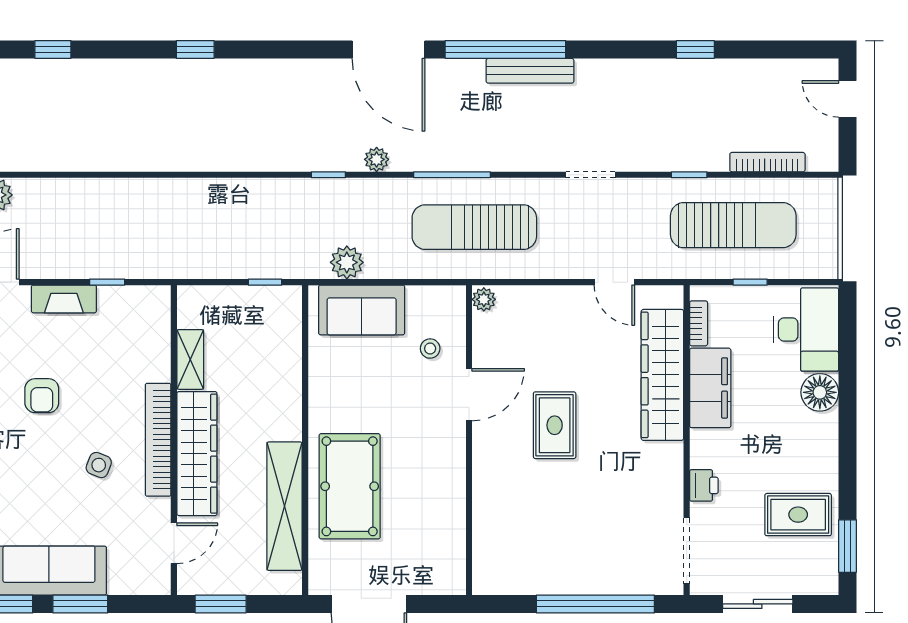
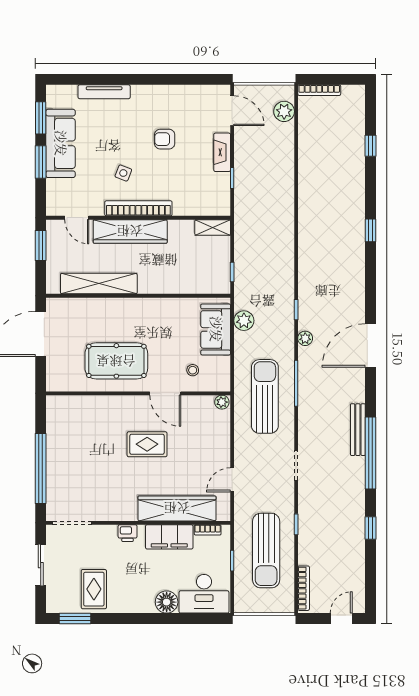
window: (505, 50) -> (371, 453), moved
bookcase: (767, 162) -> (304, 588), moved
shelving: (190, 359) -> (213, 227), moved
printer: (704, 485) -> (128, 533), moved
pool table: (350, 486) -> (116, 361), moved

